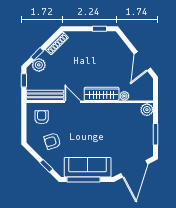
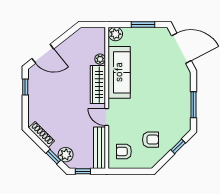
door: (142, 61) -> (43, 54), moved
door: (73, 102) -> (107, 117), hinge flipped
armchair: (52, 141) -> (151, 140), turned -72
sofa: (88, 167) -> (119, 72), moved, turned 180
window: (84, 179) -> (193, 105), width x0.69

